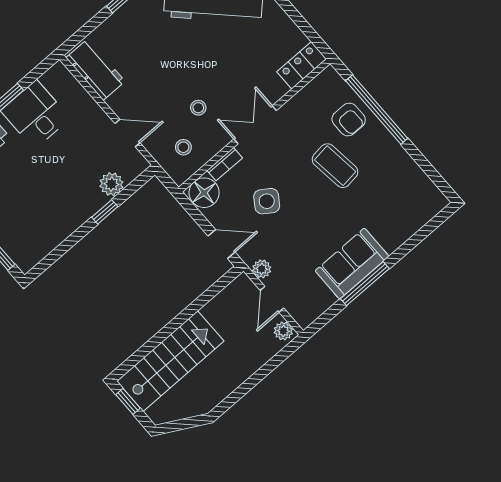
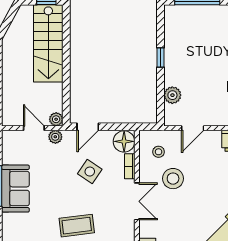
stool: (198, 108) -> (173, 179), width x1.89, depth x1.89
window: (105, 212) -> (161, 57), moved
plant: (283, 331) -> (56, 119), moved

